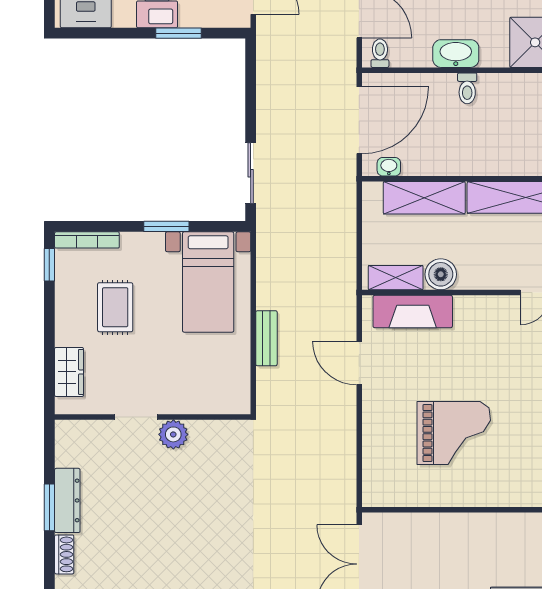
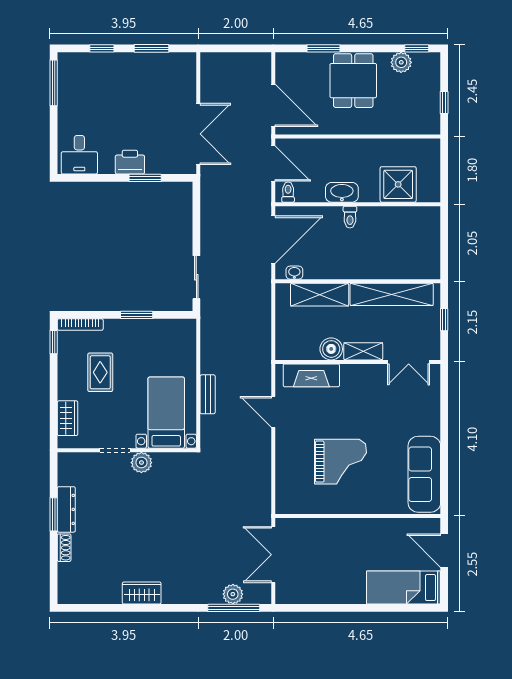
shelving: (396, 278) -> (363, 351), moved
bed with nightstands: (208, 282) -> (166, 413), moved, turned 180

